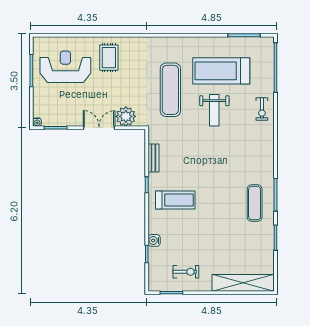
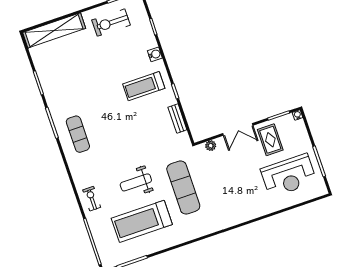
rug: (109, 58) -> (270, 140), moved
treadmill: (221, 71) -> (142, 221), turned 180
weight bench: (214, 110) -> (136, 182), turned -90
plant: (126, 116) -> (211, 146), width x0.53, depth x0.53
exercise mat: (255, 203) -> (78, 134), moved
water cooler: (154, 240) -> (155, 54), moved
exercise bike: (186, 272) -> (111, 23), width x1.38, depth x1.39

